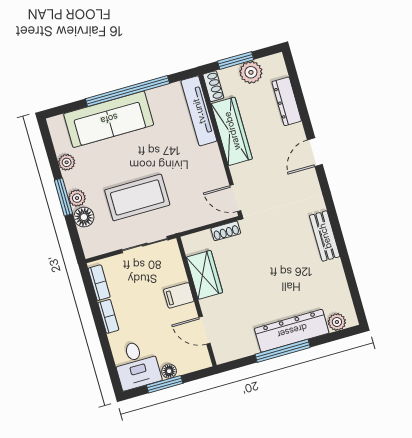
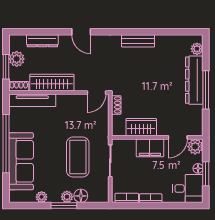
filing cabinet: (179, 295) -> (150, 148), width x2.00
plant: (199, 358) -> (195, 147), added

